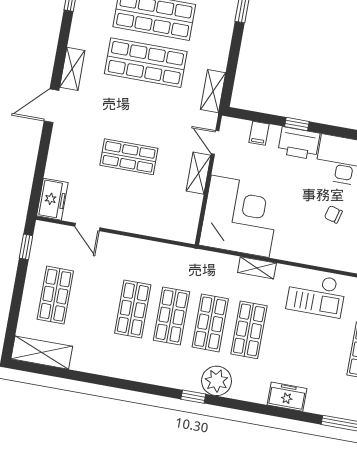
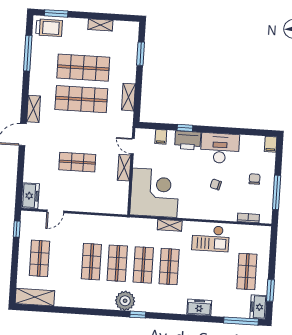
shelving: (213, 91) -> (128, 97), moved
door: (87, 227) -> (55, 211), hinge flipped
plant: (217, 381) -> (125, 301), moved

